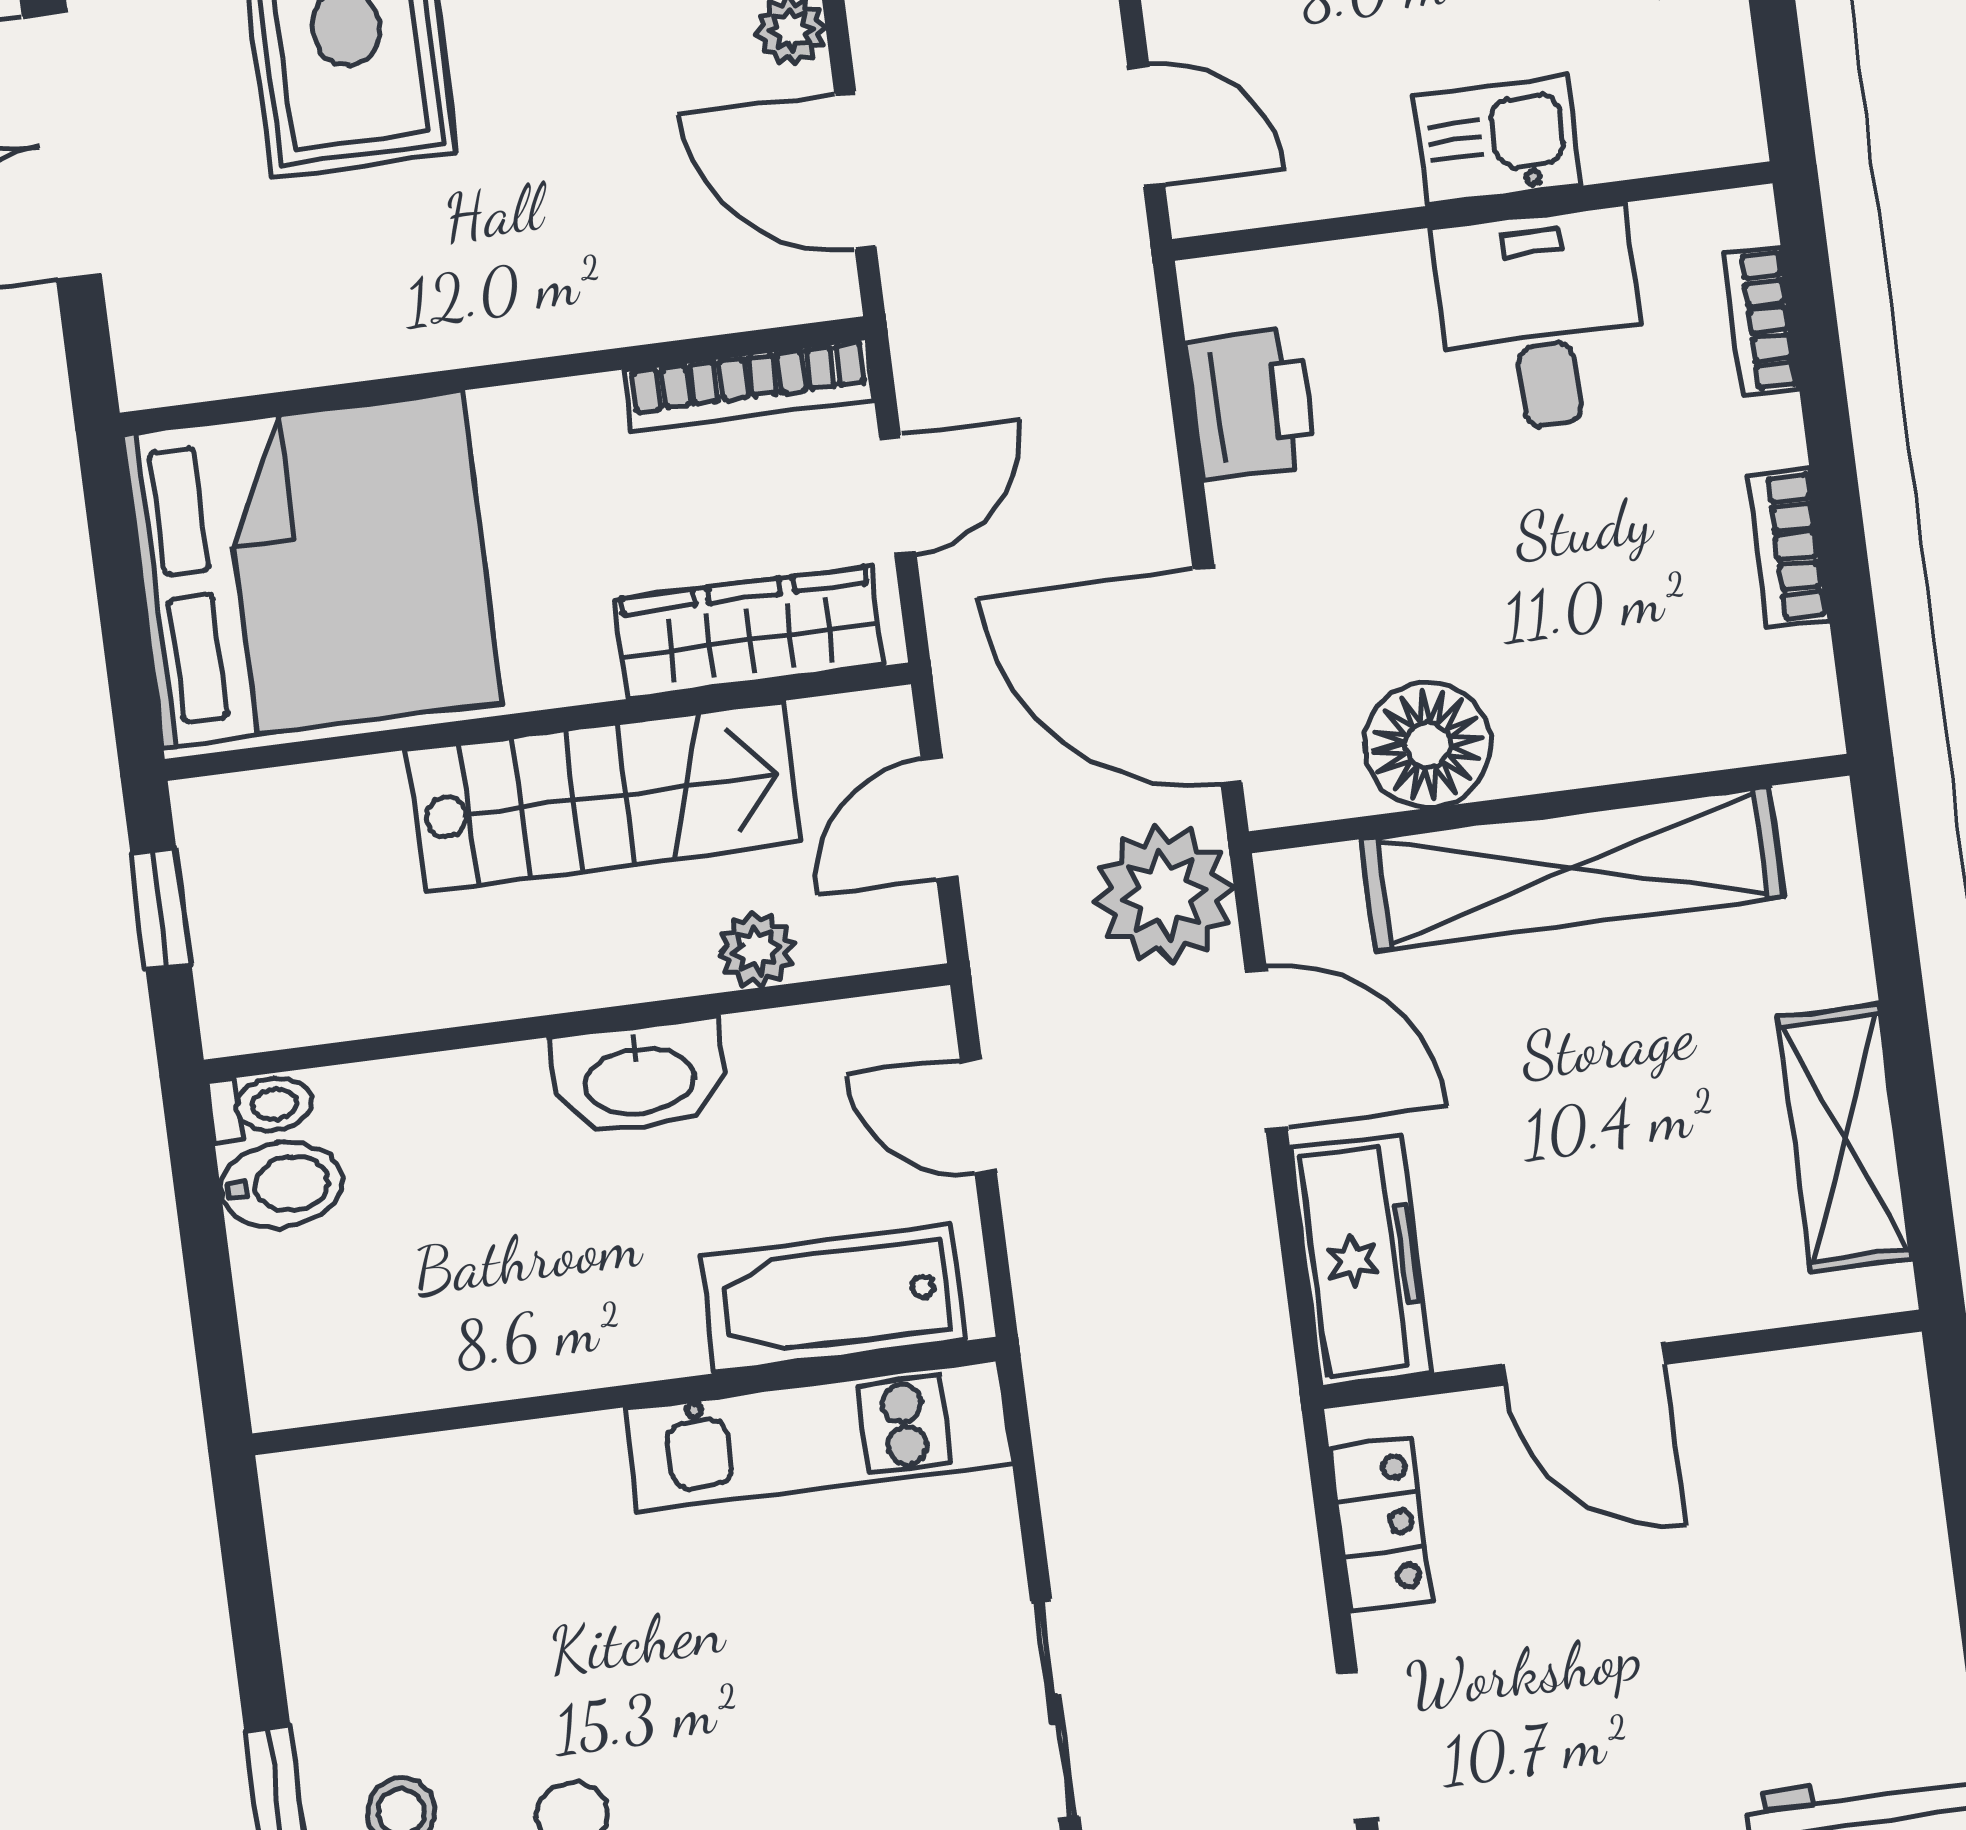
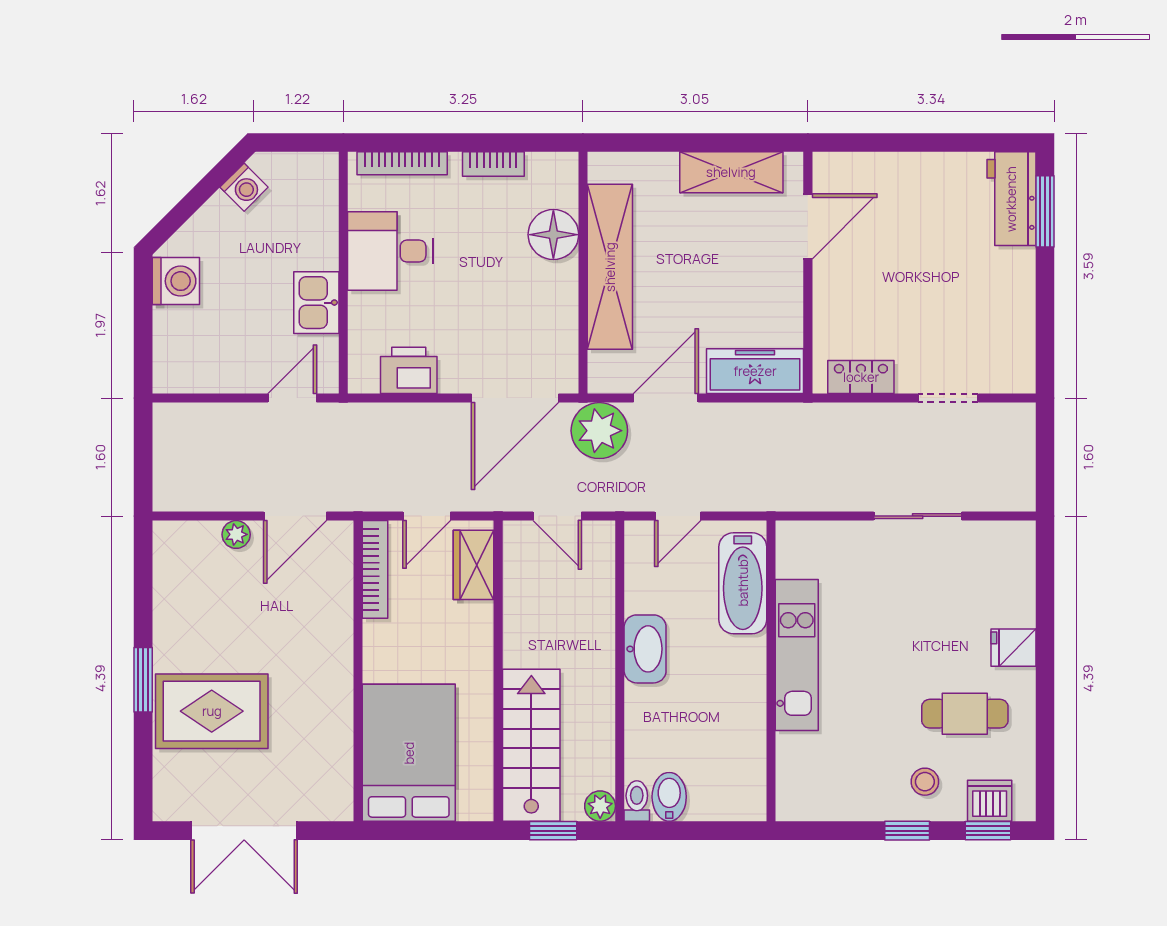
kitchen sink: (1497, 140) -> (316, 303), moved
bookcase: (1762, 321) -> (402, 163), width x1.56
door: (898, 496) -> (427, 516), swing flipped
bed: (312, 569) -> (409, 753), width x0.73
wardrobe: (749, 632) -> (474, 565), width x0.67
floor lamp: (1427, 745) -> (553, 235), moved
stairs: (604, 796) -> (531, 745), moved
plant: (757, 949) -> (600, 806), moved
door: (1583, 1364) -> (808, 226), moved
kitchen unit: (819, 1436) -> (797, 655), moved

